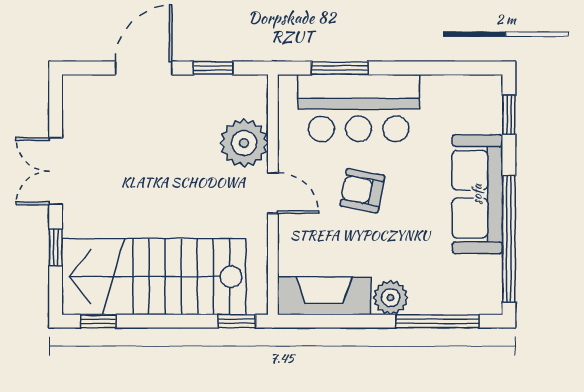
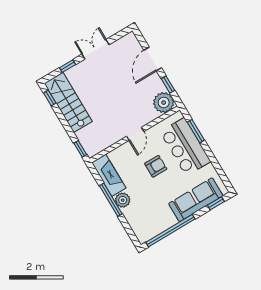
door: (144, 68) -> (153, 59), swing flipped
plant: (244, 143) -> (164, 103), moved
armchair: (362, 191) -> (156, 166), turned 79
sofa: (477, 194) -> (196, 200), moved
stairs: (154, 277) -> (68, 102), width x0.73, depth x0.66
window: (438, 321) -> (111, 200), moved

